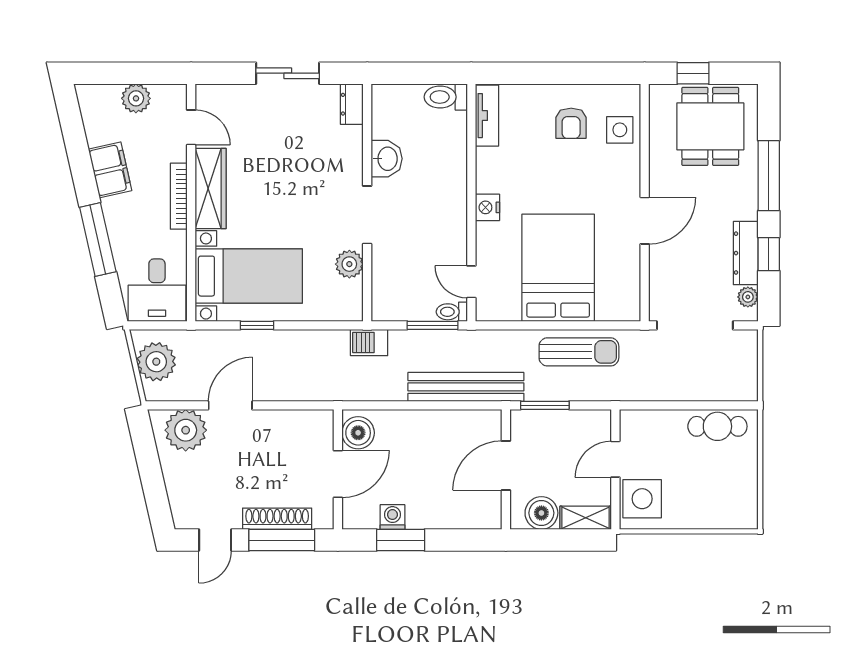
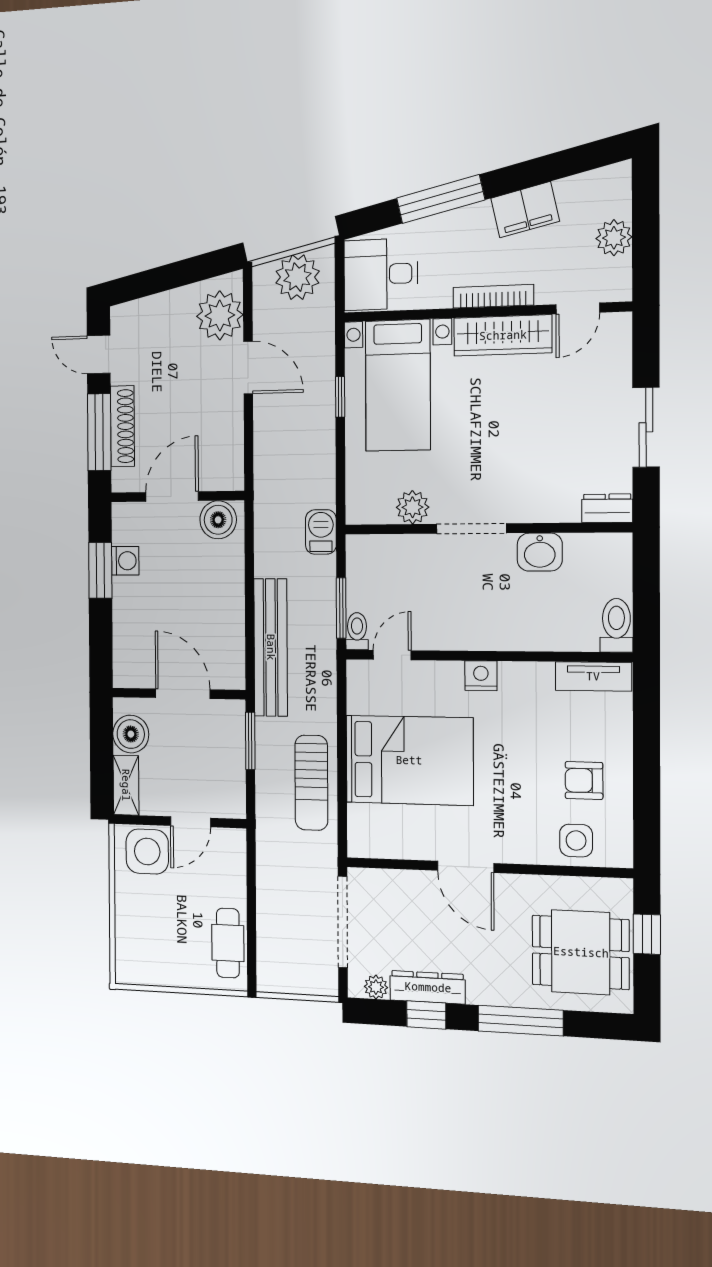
door: (615, 459) -> (191, 822), swing flipped
door: (338, 474) -> (172, 497), swing flipped

